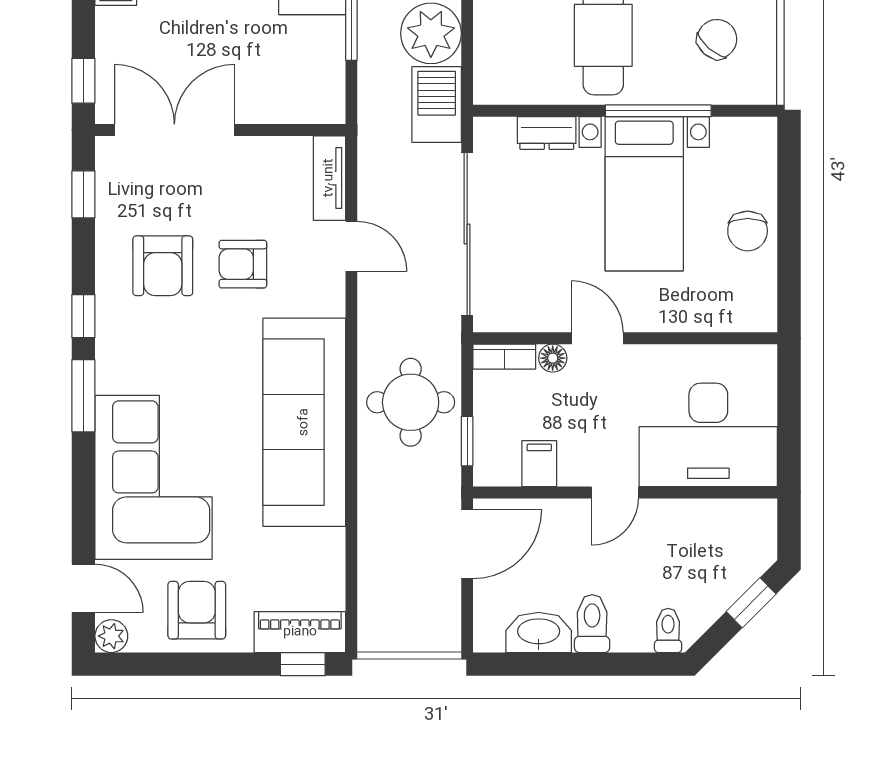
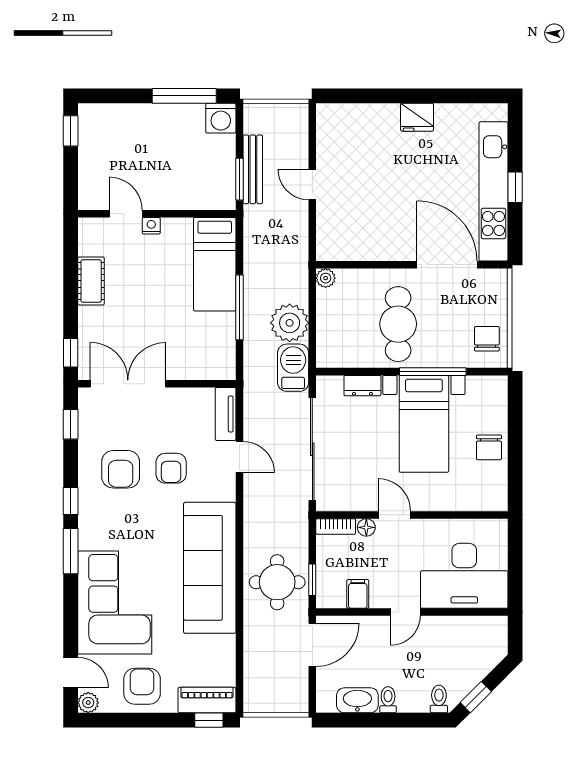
chair: (717, 39) -> (487, 339), moved, turned -41
armchair: (243, 264) -> (171, 468), turned -90
round table: (411, 402) -> (277, 582), moved
window: (751, 603) -> (476, 697), moved
toilet: (592, 624) -> (388, 700), width x0.73, depth x0.72

